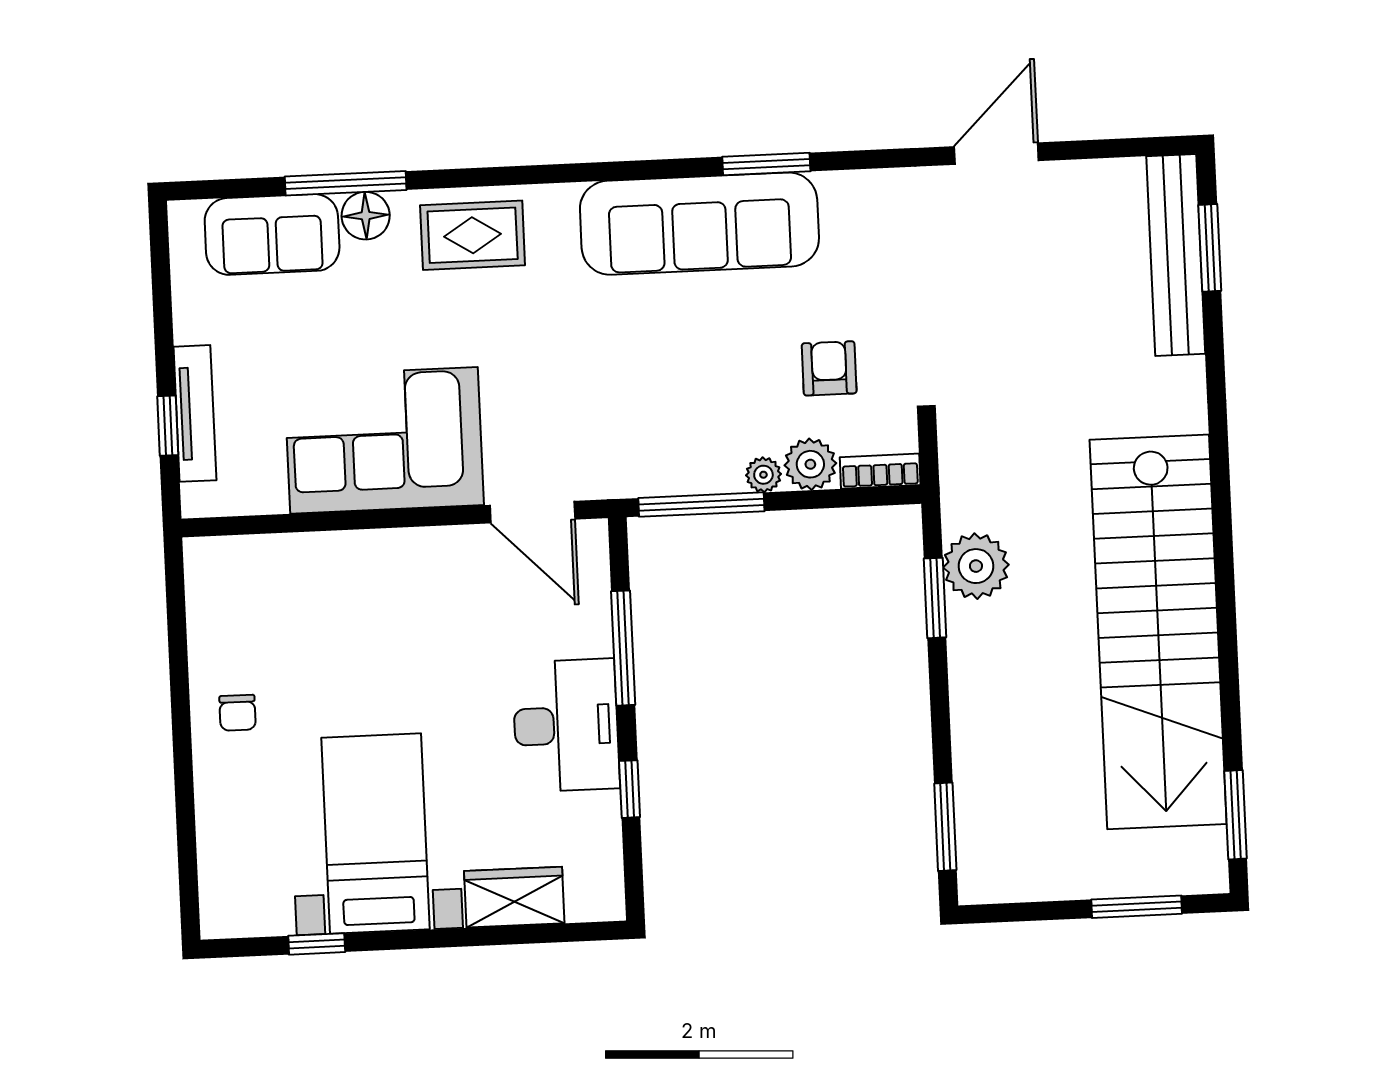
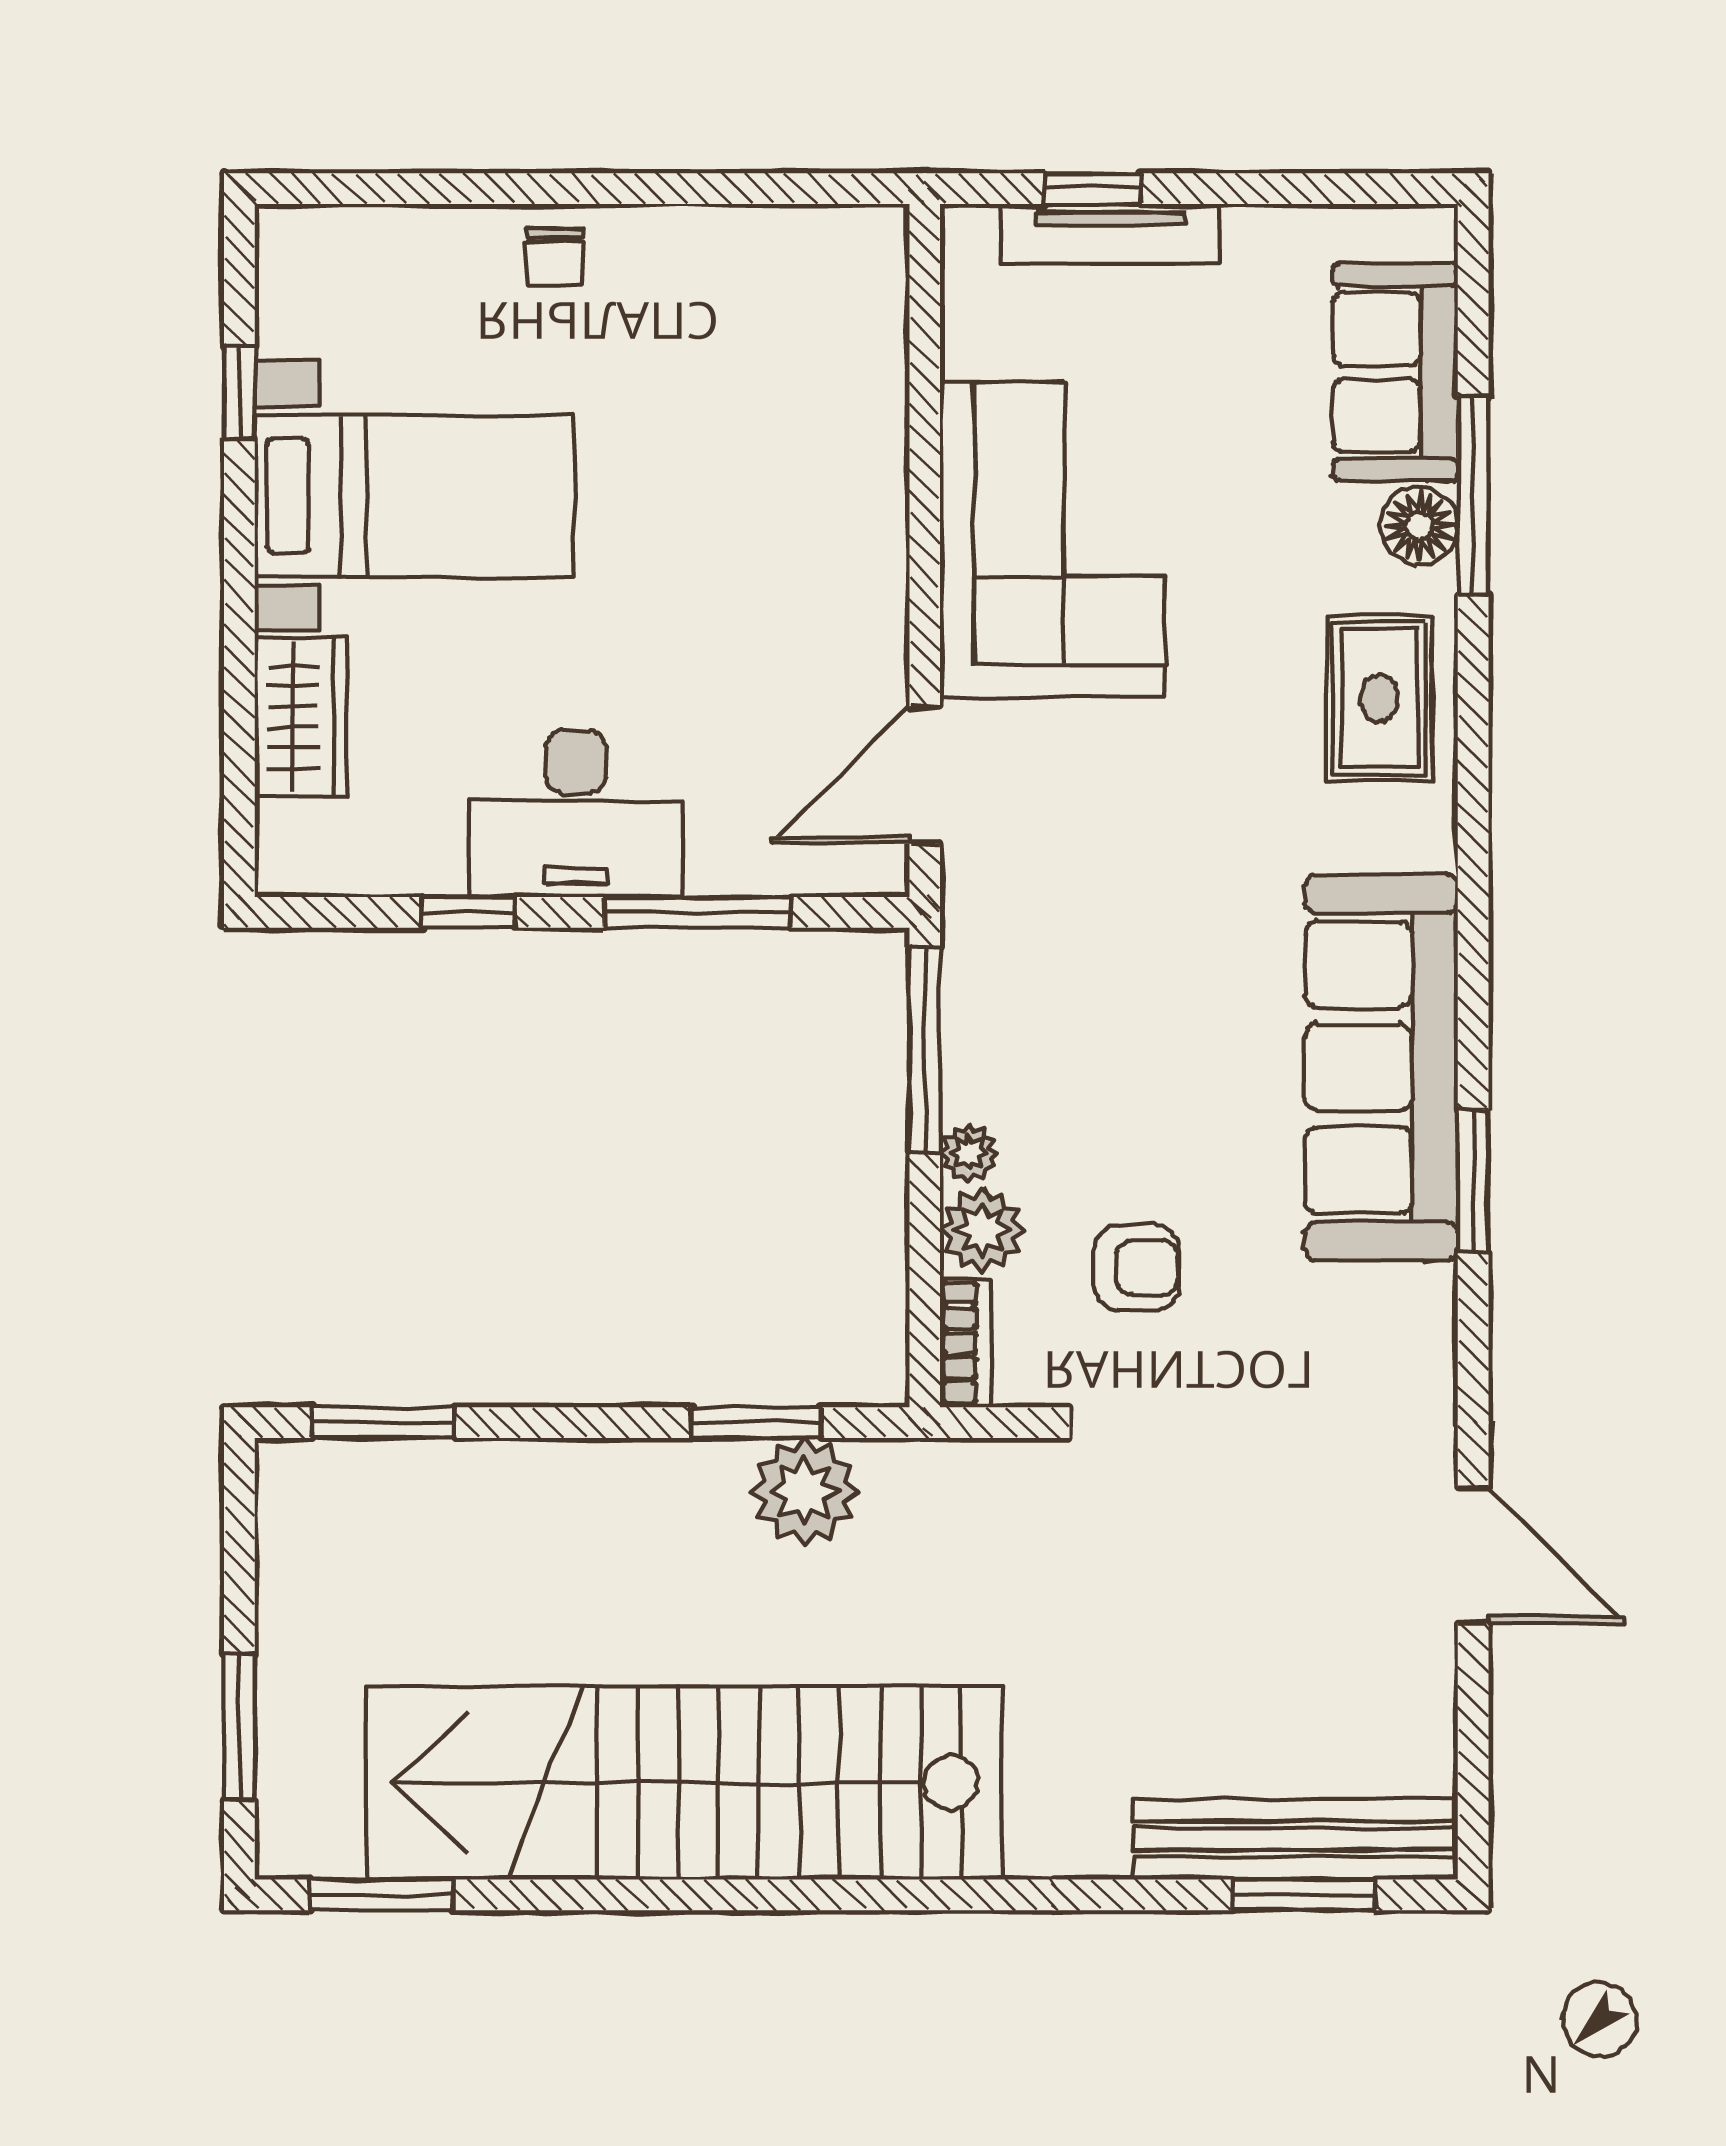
chair: (238, 713) -> (555, 257), moved, turned -90

